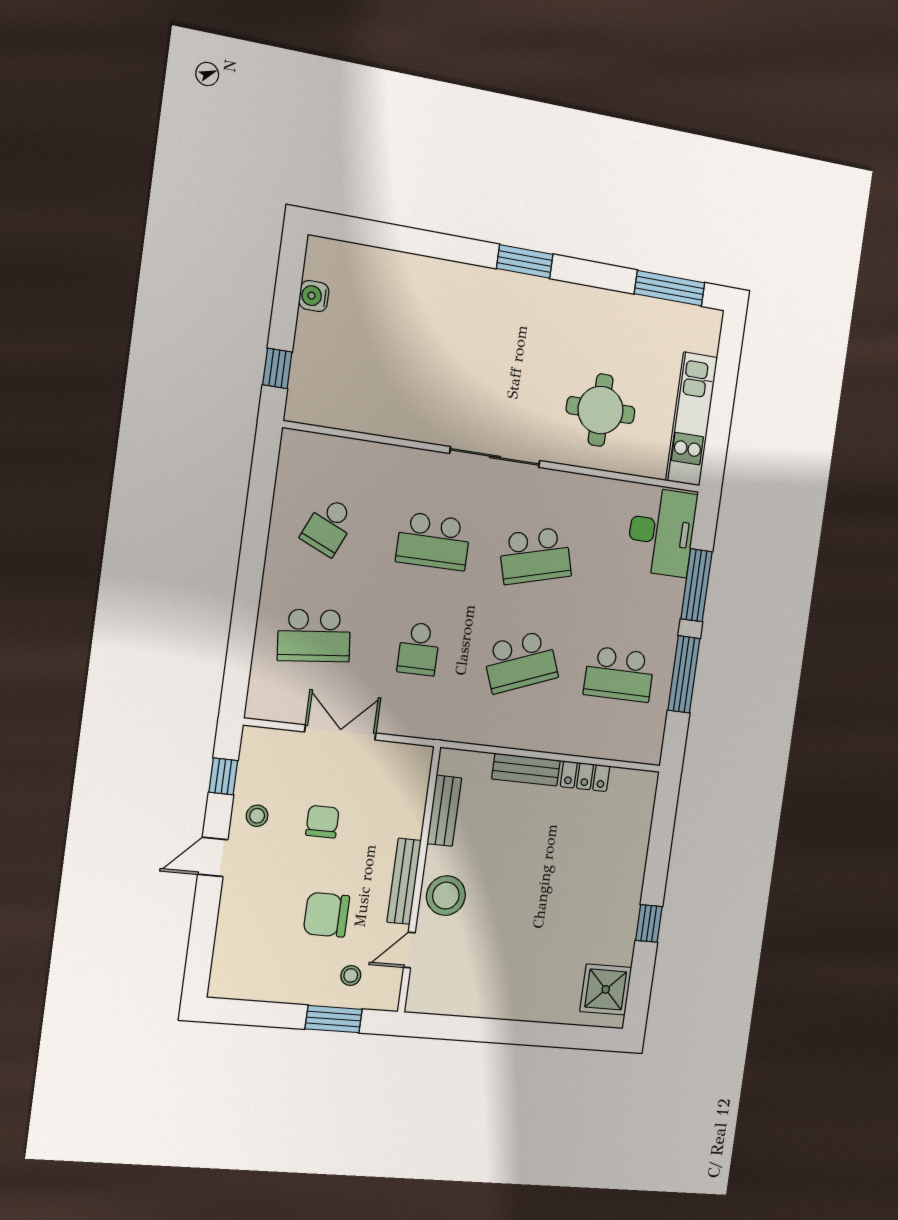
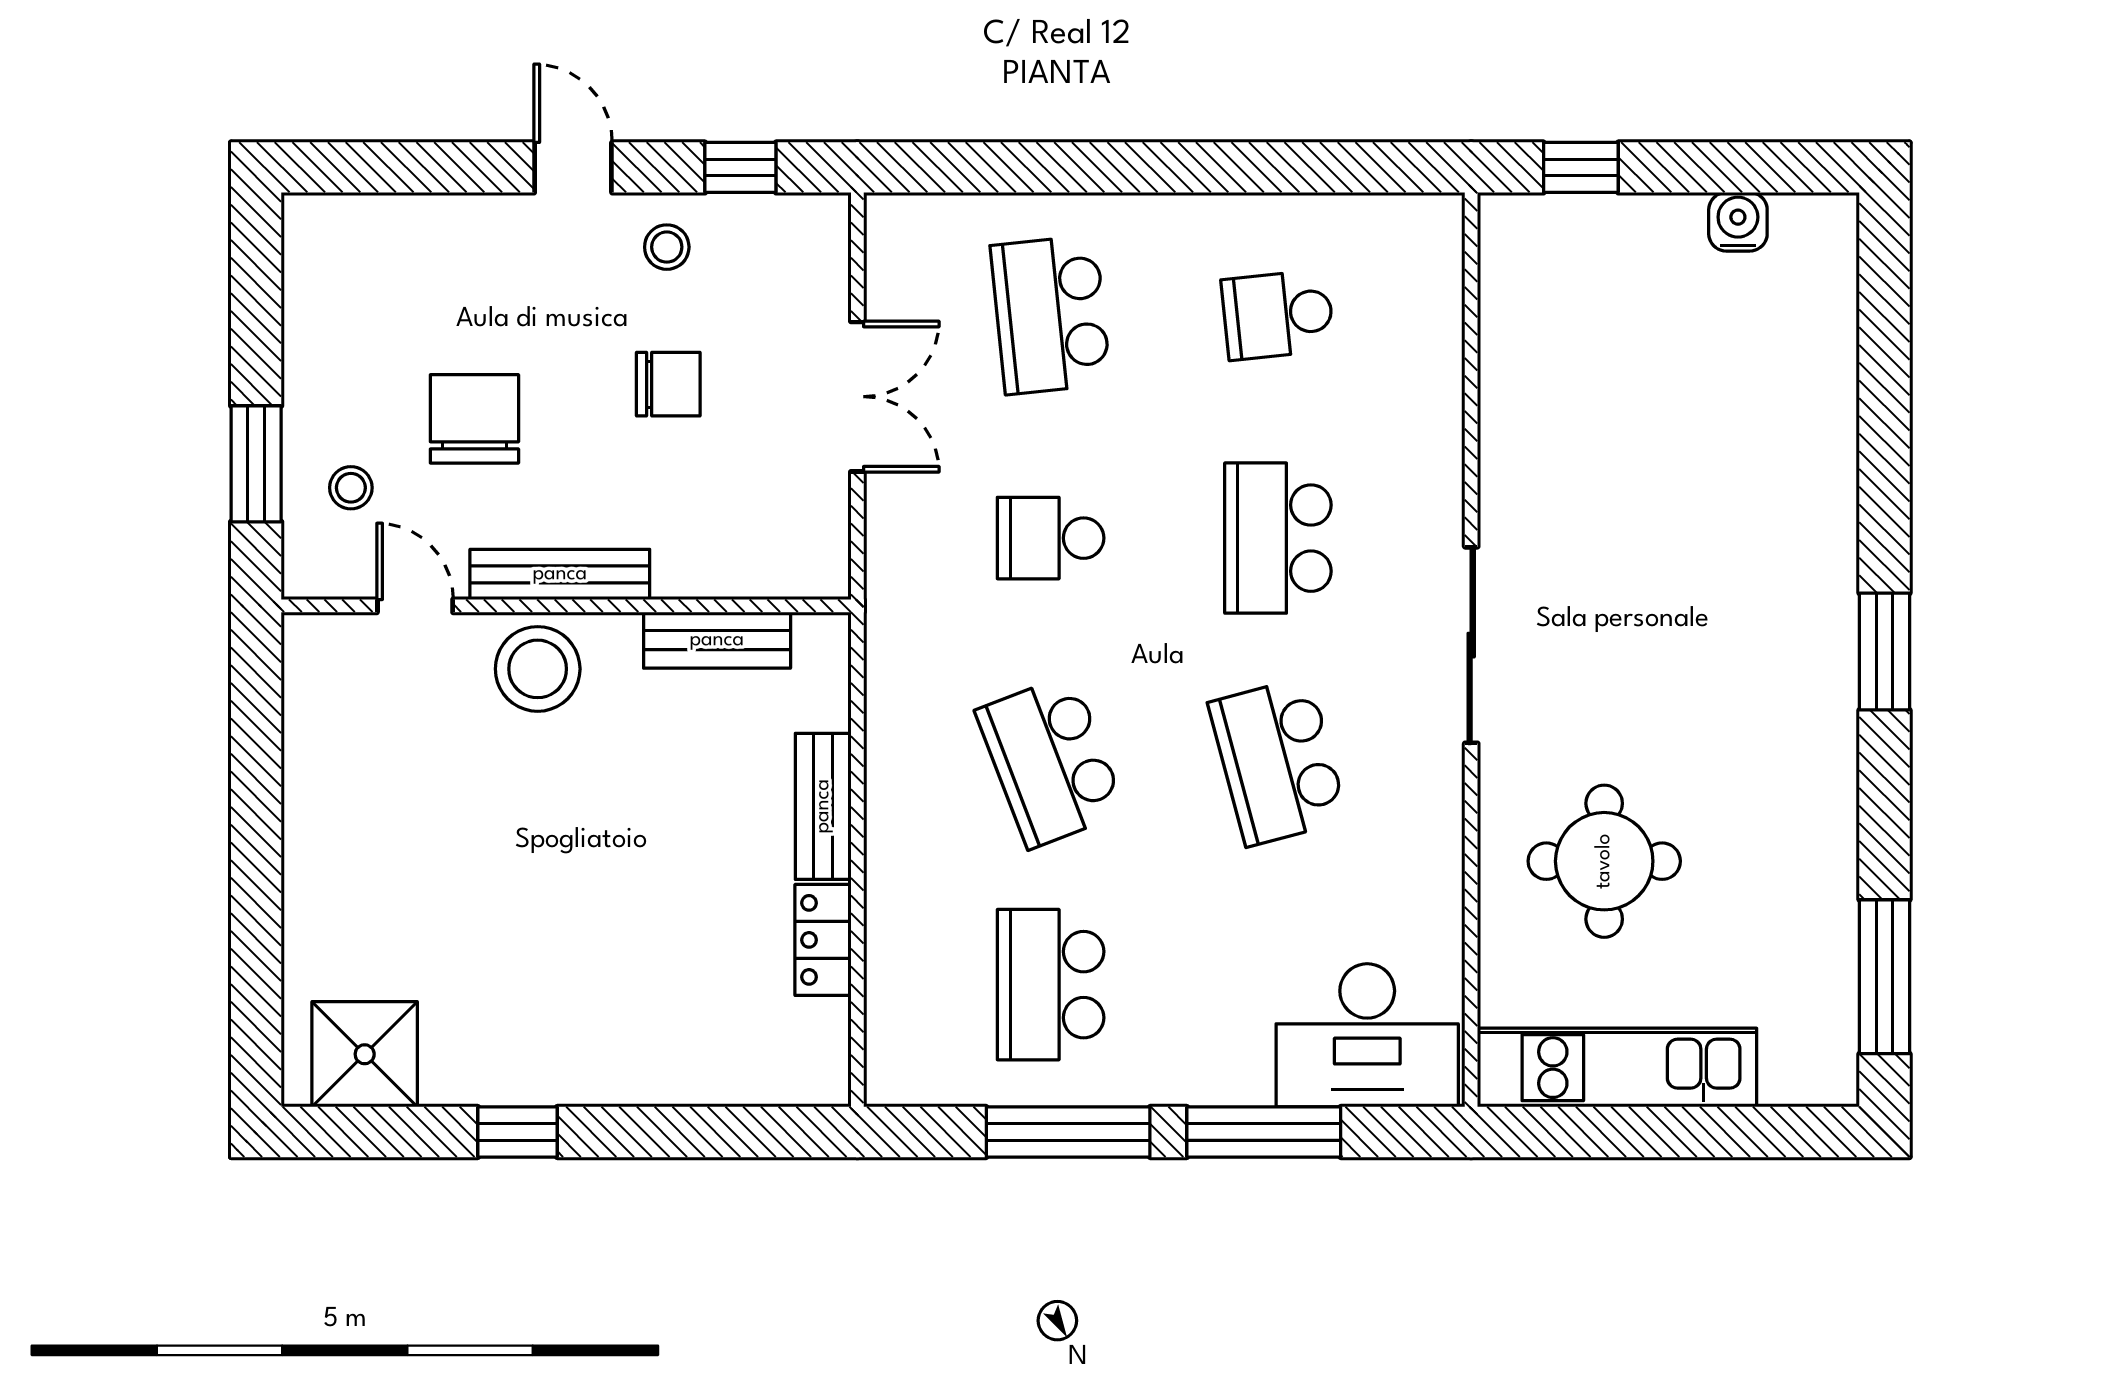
school desk: (329, 526) -> (1278, 315), turned -30

